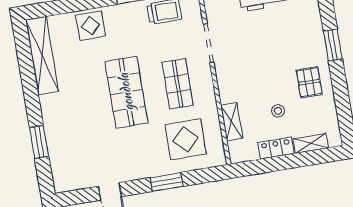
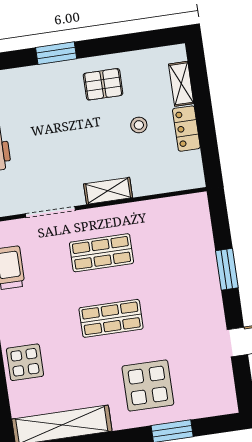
shop shelf: (126, 92) -> (111, 318), width x0.70, depth x0.74
shelving: (232, 122) -> (108, 191), moved
display table: (186, 139) -> (148, 386), moved

